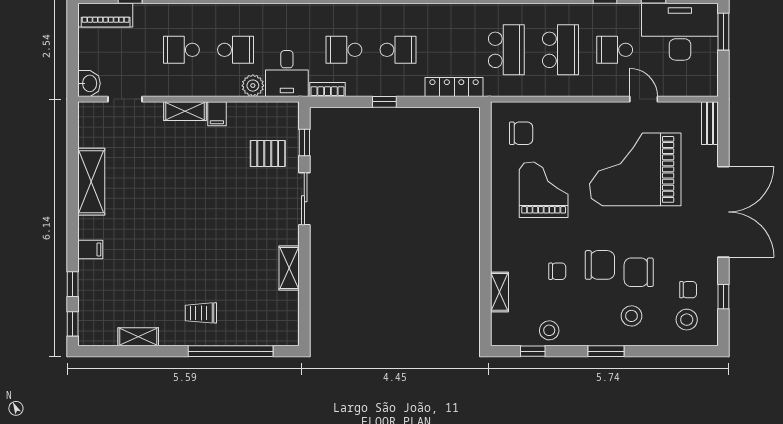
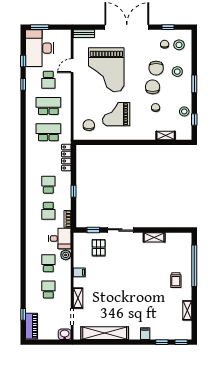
school desk: (181, 50) -> (48, 290), turned 180
shelving: (185, 111) -> (78, 298), moved
shelving: (91, 182) -> (105, 333), width x1.47

